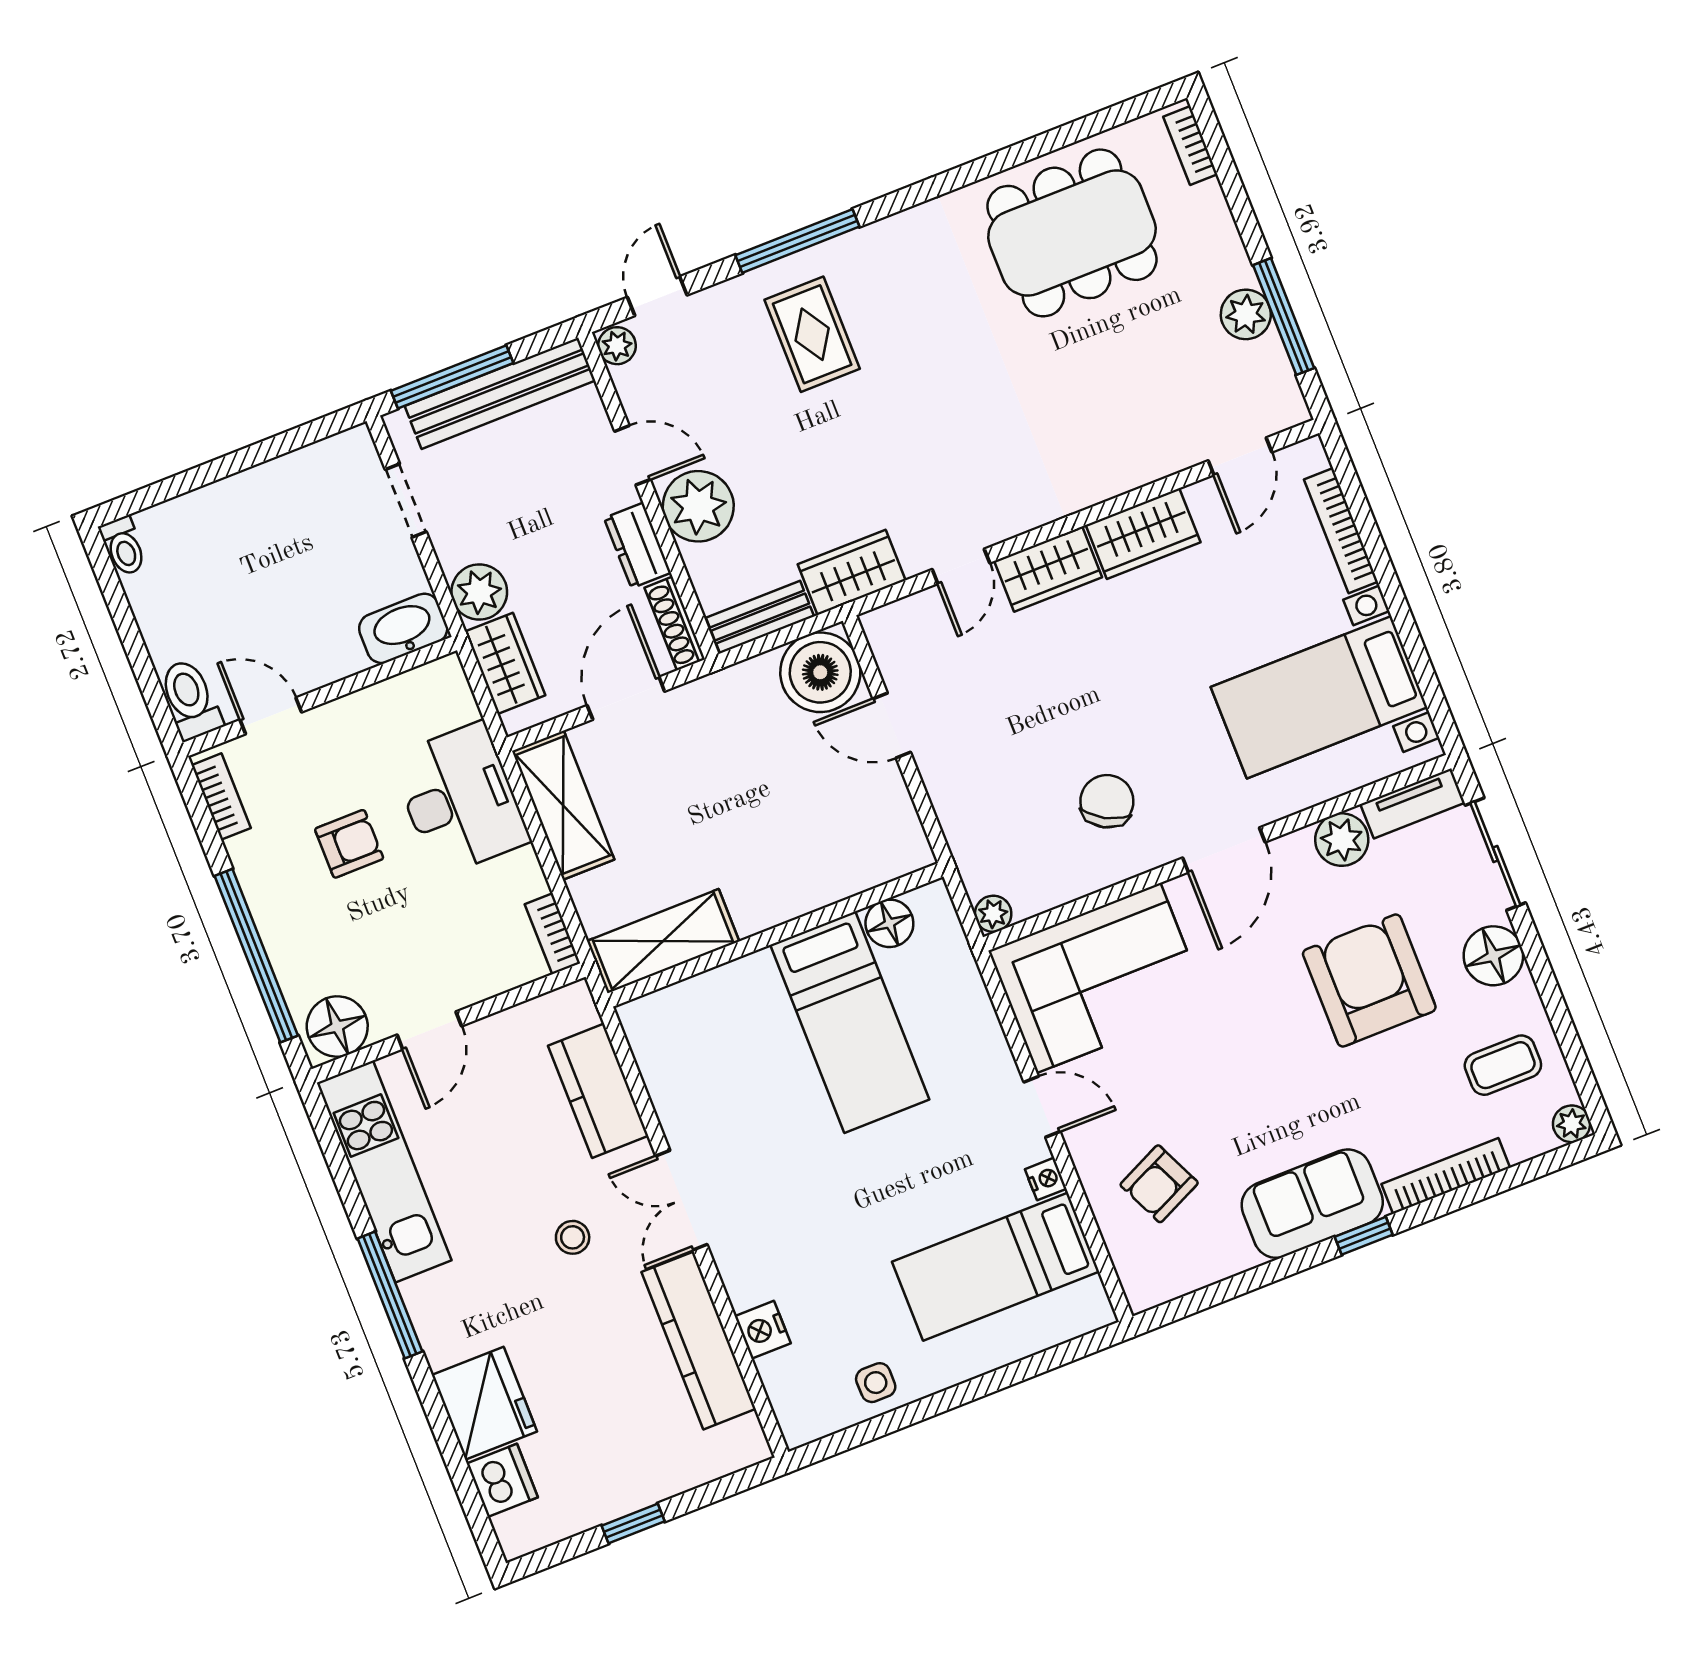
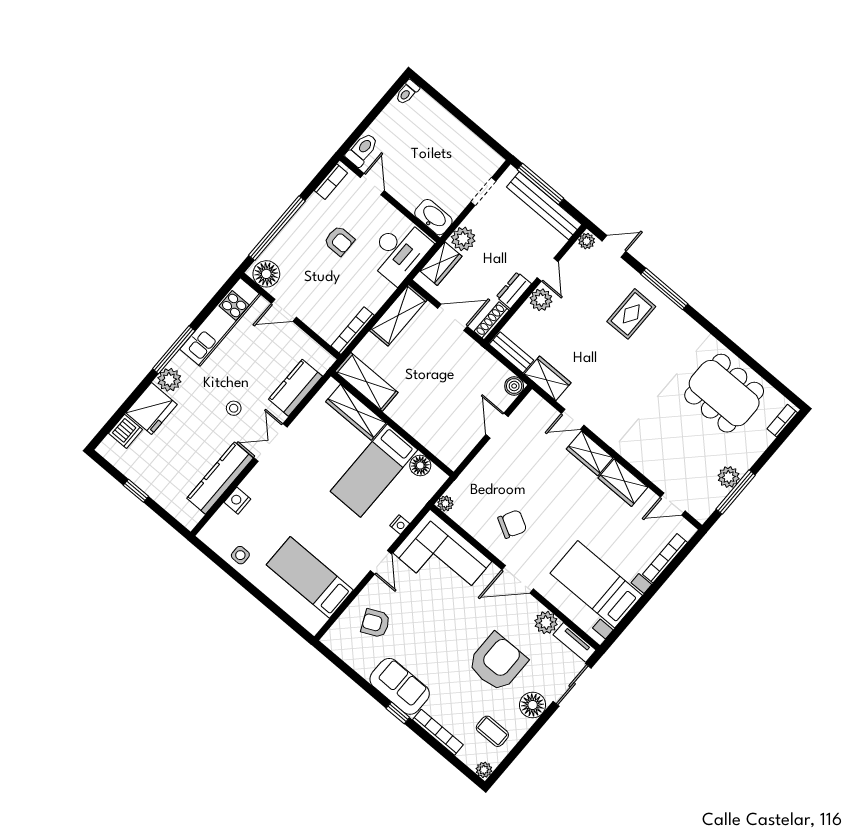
plant: (698, 506) -> (541, 300), width x0.73, depth x0.73
boiler: (820, 672) -> (514, 386), width x0.54, depth x0.54
desk: (460, 799) -> (399, 251), moved
bookcase: (552, 934) -> (353, 331), width x1.56
wardrobe: (713, 996) -> (356, 412), added
nightstand: (1046, 1179) -> (400, 525), moved
plant: (446, 1336) -> (169, 380), added

